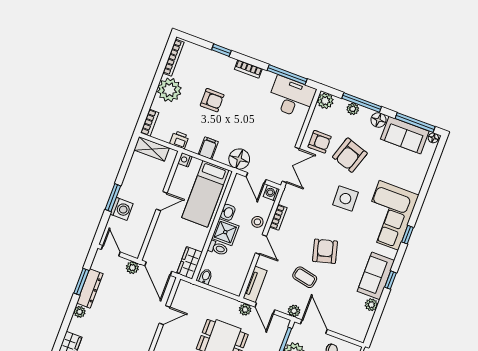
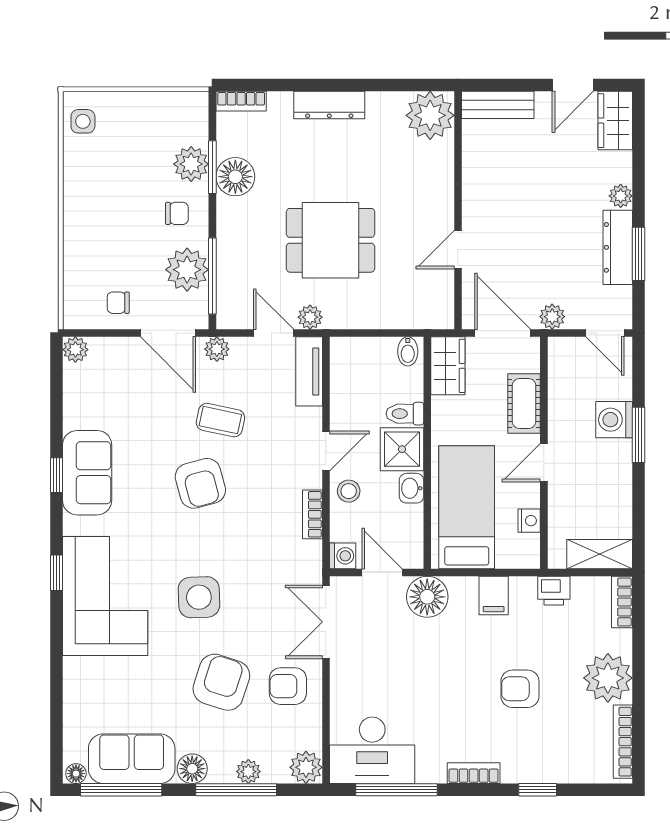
nightstand: (185, 160) -> (529, 521), moved
cot: (161, 232) -> (524, 404), added
door: (261, 244) -> (326, 451), swing flipped
plant: (371, 305) -> (75, 350), moved

